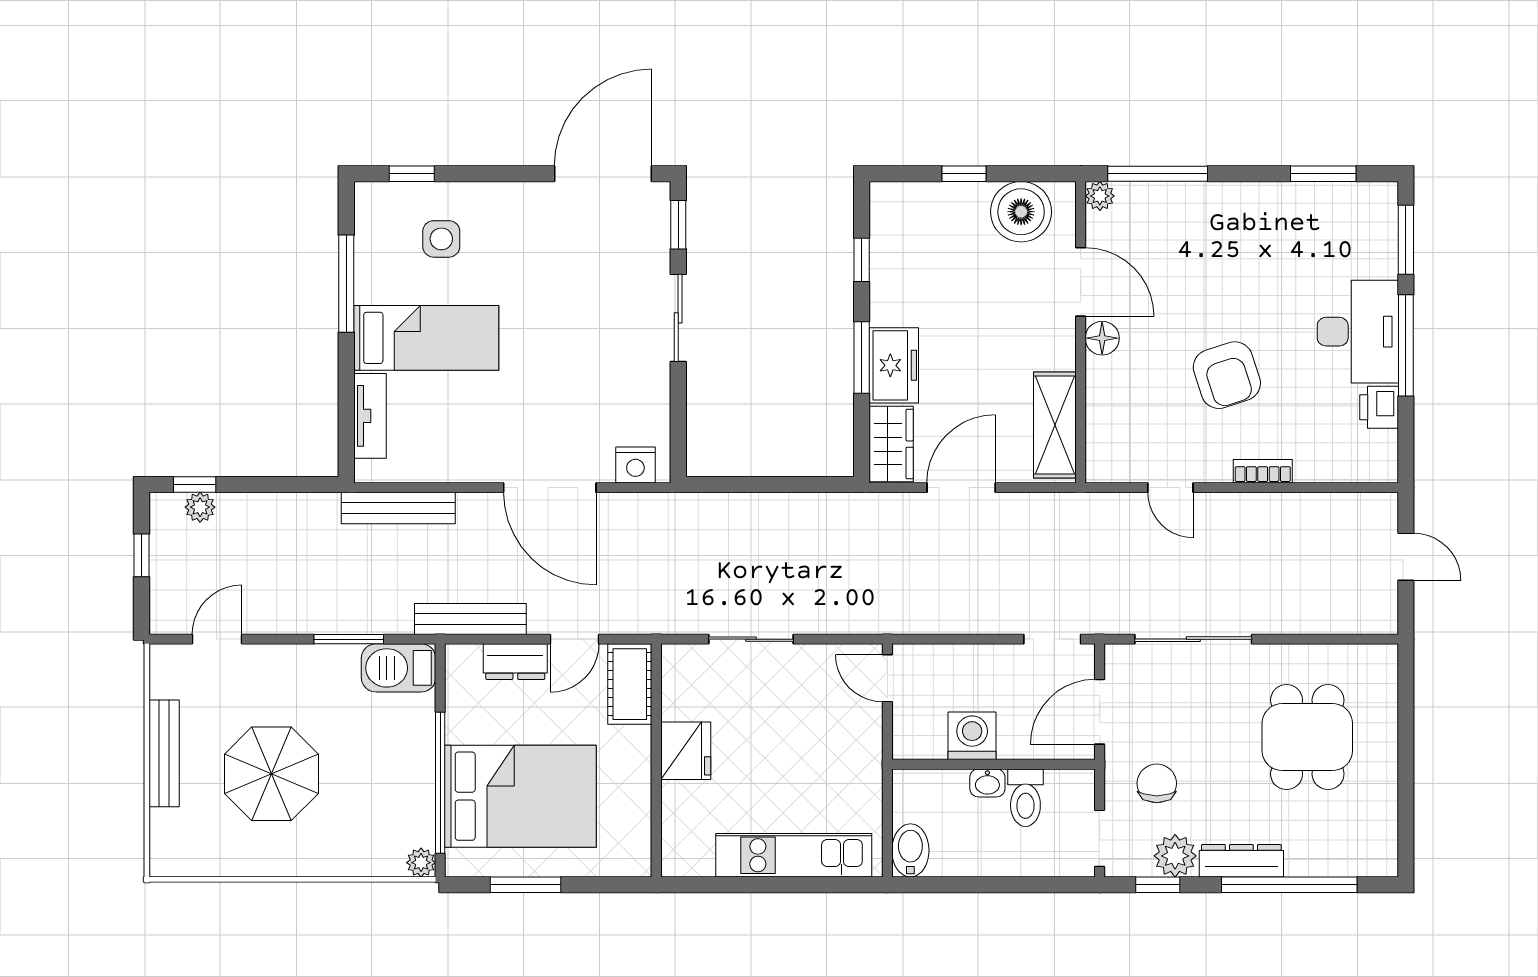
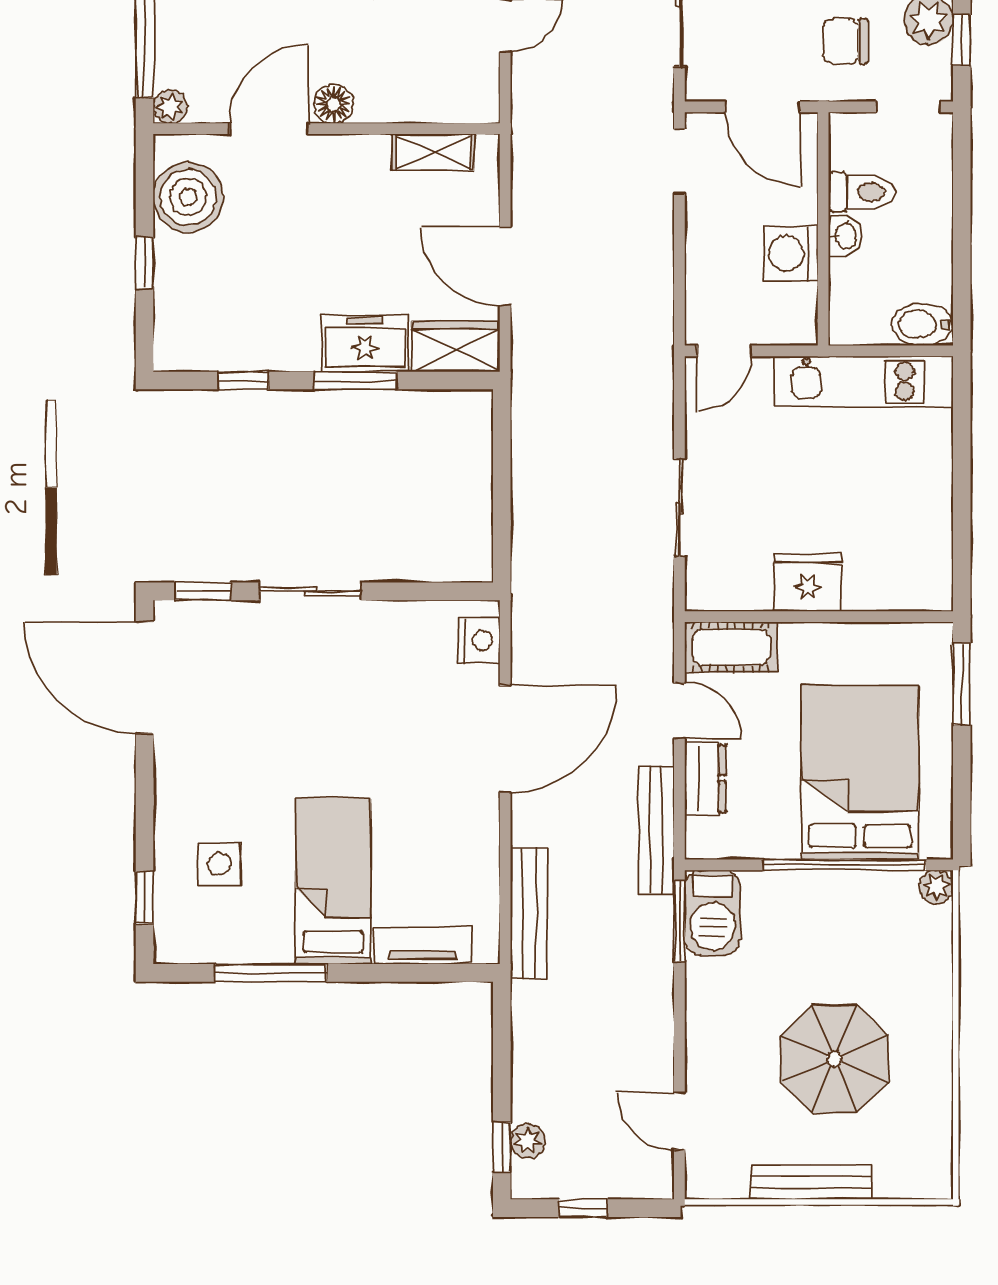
shelving: (1055, 425) -> (433, 152), width x0.67, depth x0.75
window: (349, 639) -> (679, 921), moved
kitchen unit: (794, 855) -> (864, 381), moved, turned -90
window: (525, 885) -> (962, 684), moved

